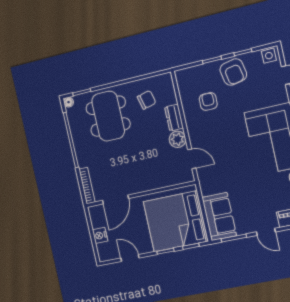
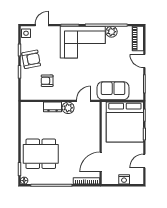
chair: (147, 100) -> (36, 124), removed
door: (115, 199) -> (101, 162), swing flipped
sofa: (219, 217) -> (113, 91), moved
door: (266, 232) -> (144, 61), swing flipped

